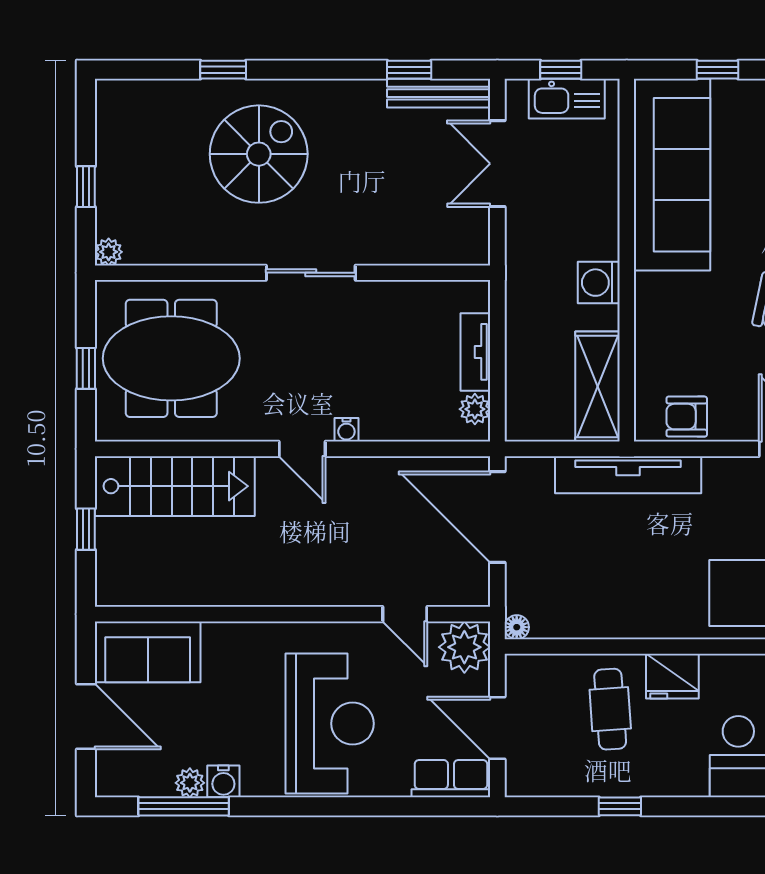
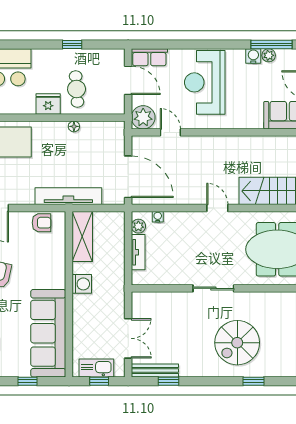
water cooler: (346, 430) -> (158, 217), moved
floor lamp: (517, 627) -> (74, 126), moved

